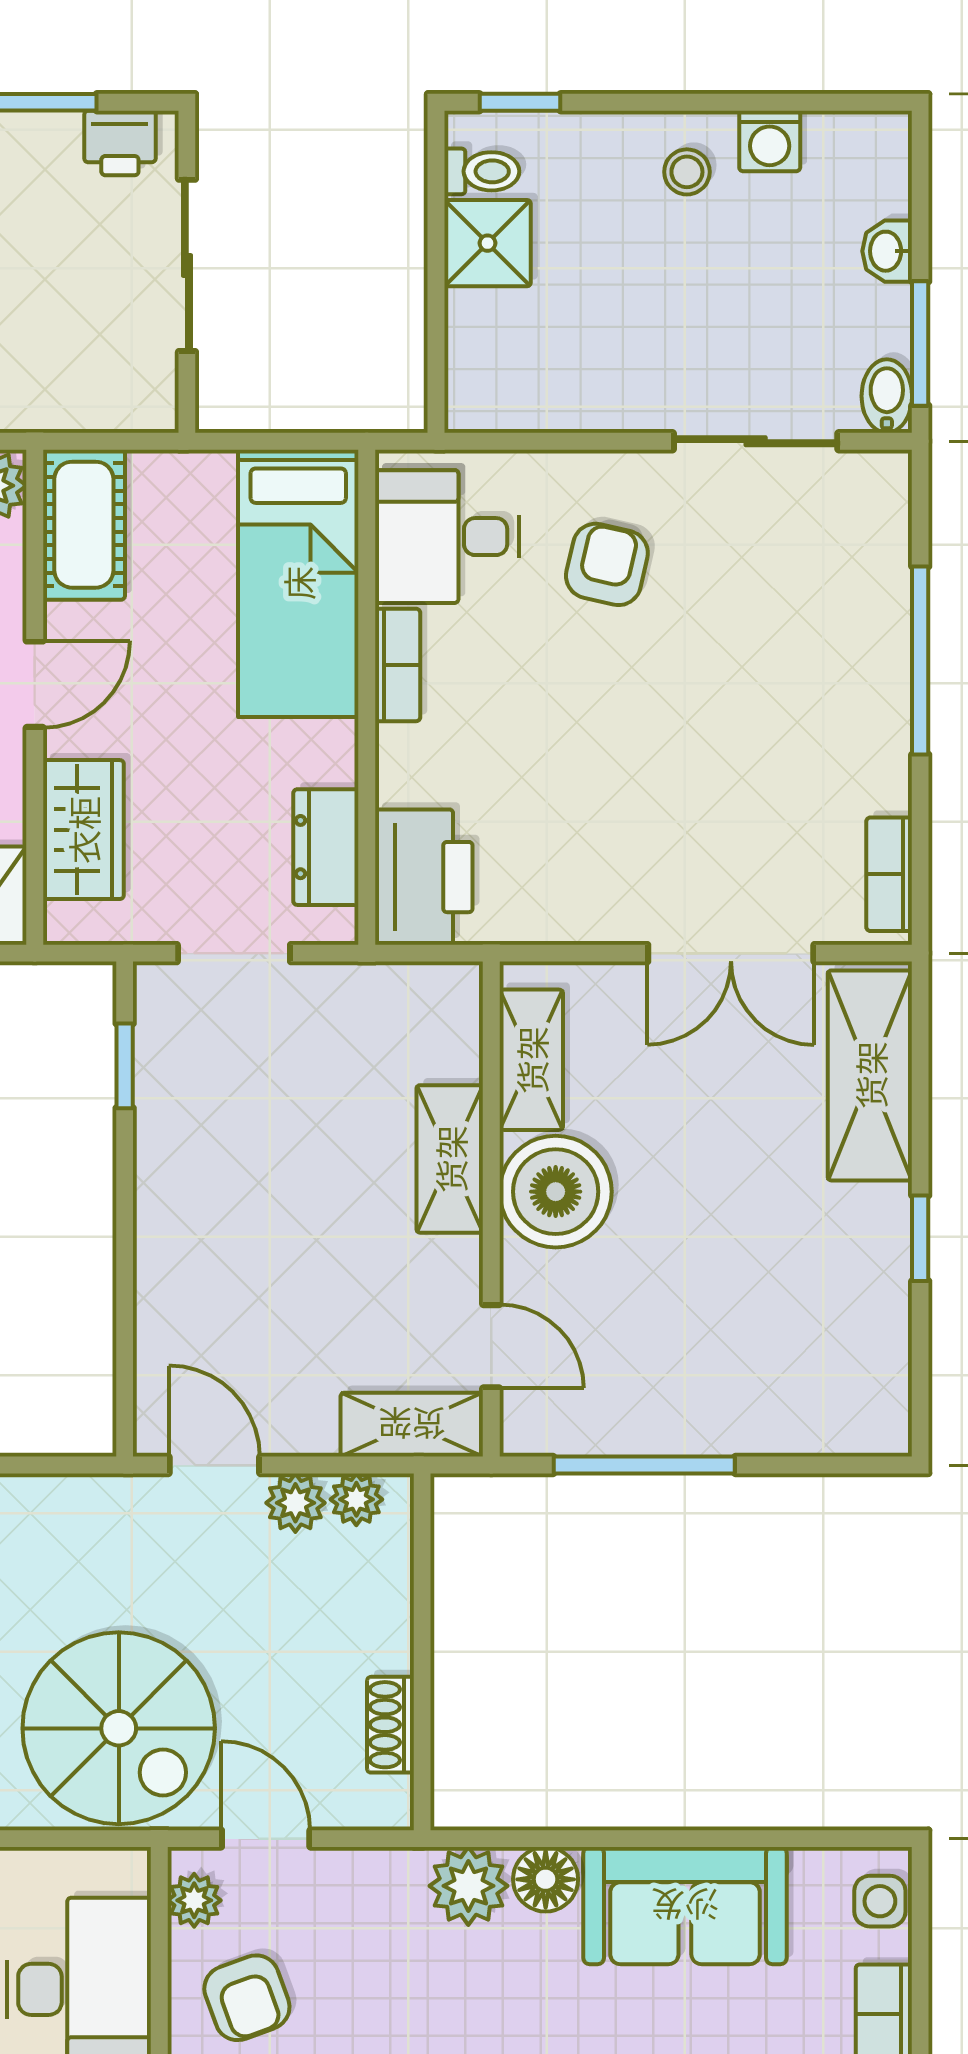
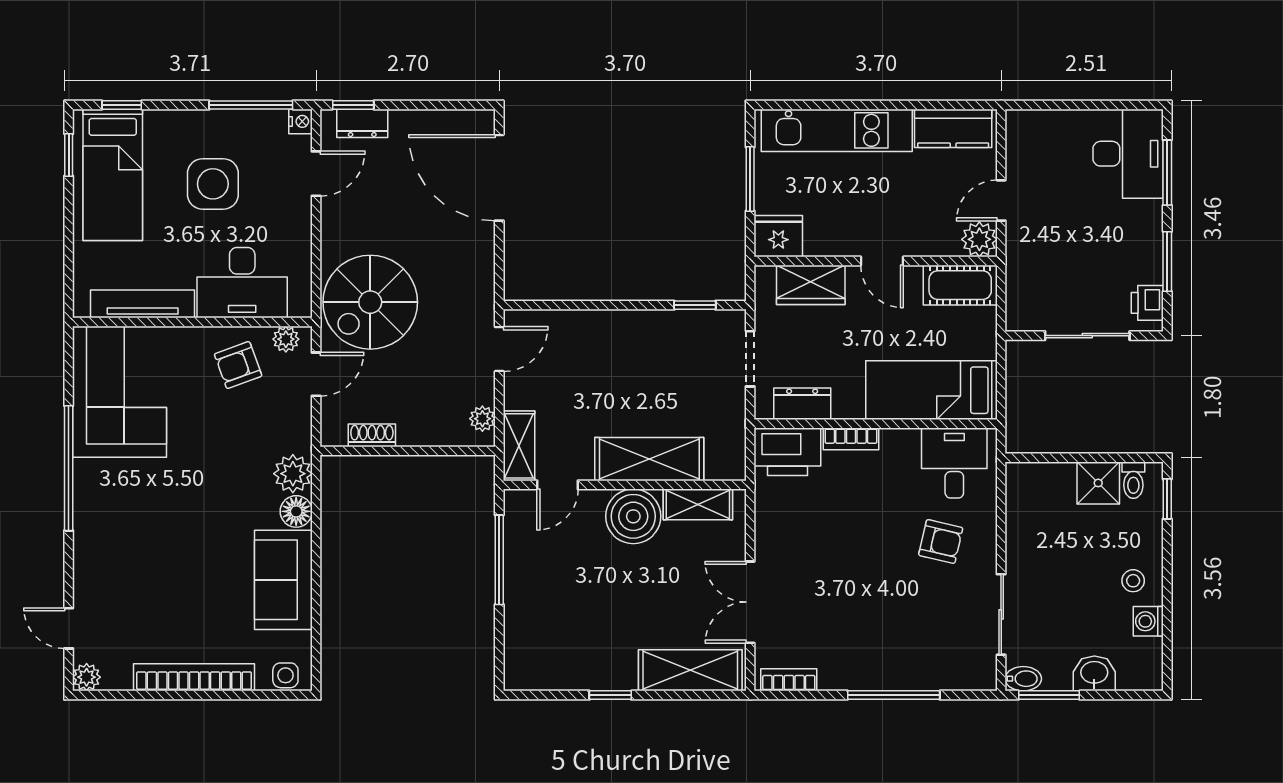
washbasin: (887, 251) -> (1094, 673), width x1.38, depth x1.45
bookcase: (398, 665) -> (851, 439), moved
shelving: (450, 1159) -> (649, 459), width x1.50, depth x1.33
plant: (295, 1503) -> (481, 389), removed

